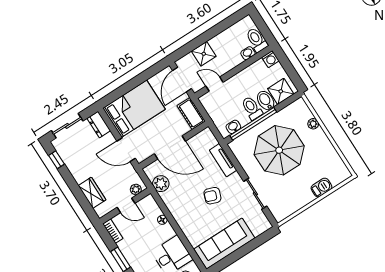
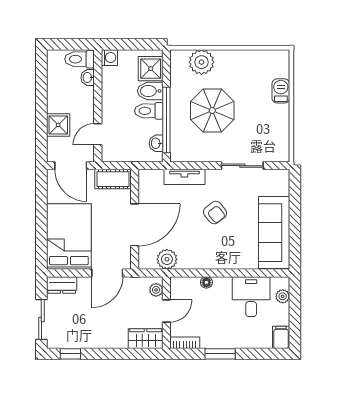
plant: (313, 124) -> (201, 62), width x1.88, depth x1.88
parasol: (279, 150) -> (212, 111), width x0.73, depth x0.73
wardrobe: (92, 193) -> (146, 339), moved
armchair: (212, 196) -> (215, 213), turned -58

